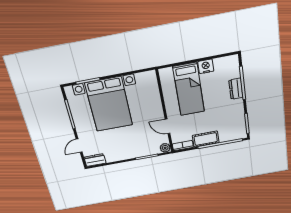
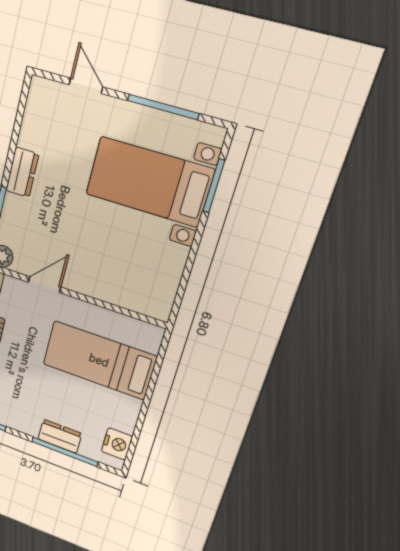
nightstand: (206, 66) -> (117, 444), moved
bed with nightstands: (109, 104) -> (149, 182), width x0.73
dresser: (95, 160) -> (22, 172), moved

